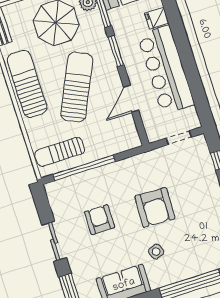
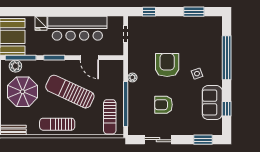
sun lounger: (27, 84) -> (57, 124), width x0.73, depth x0.75
plant: (123, 166) -> (132, 78), added
armchair: (155, 207) -> (167, 65), turned -92
sliding door: (54, 241) -> (158, 140), moved

